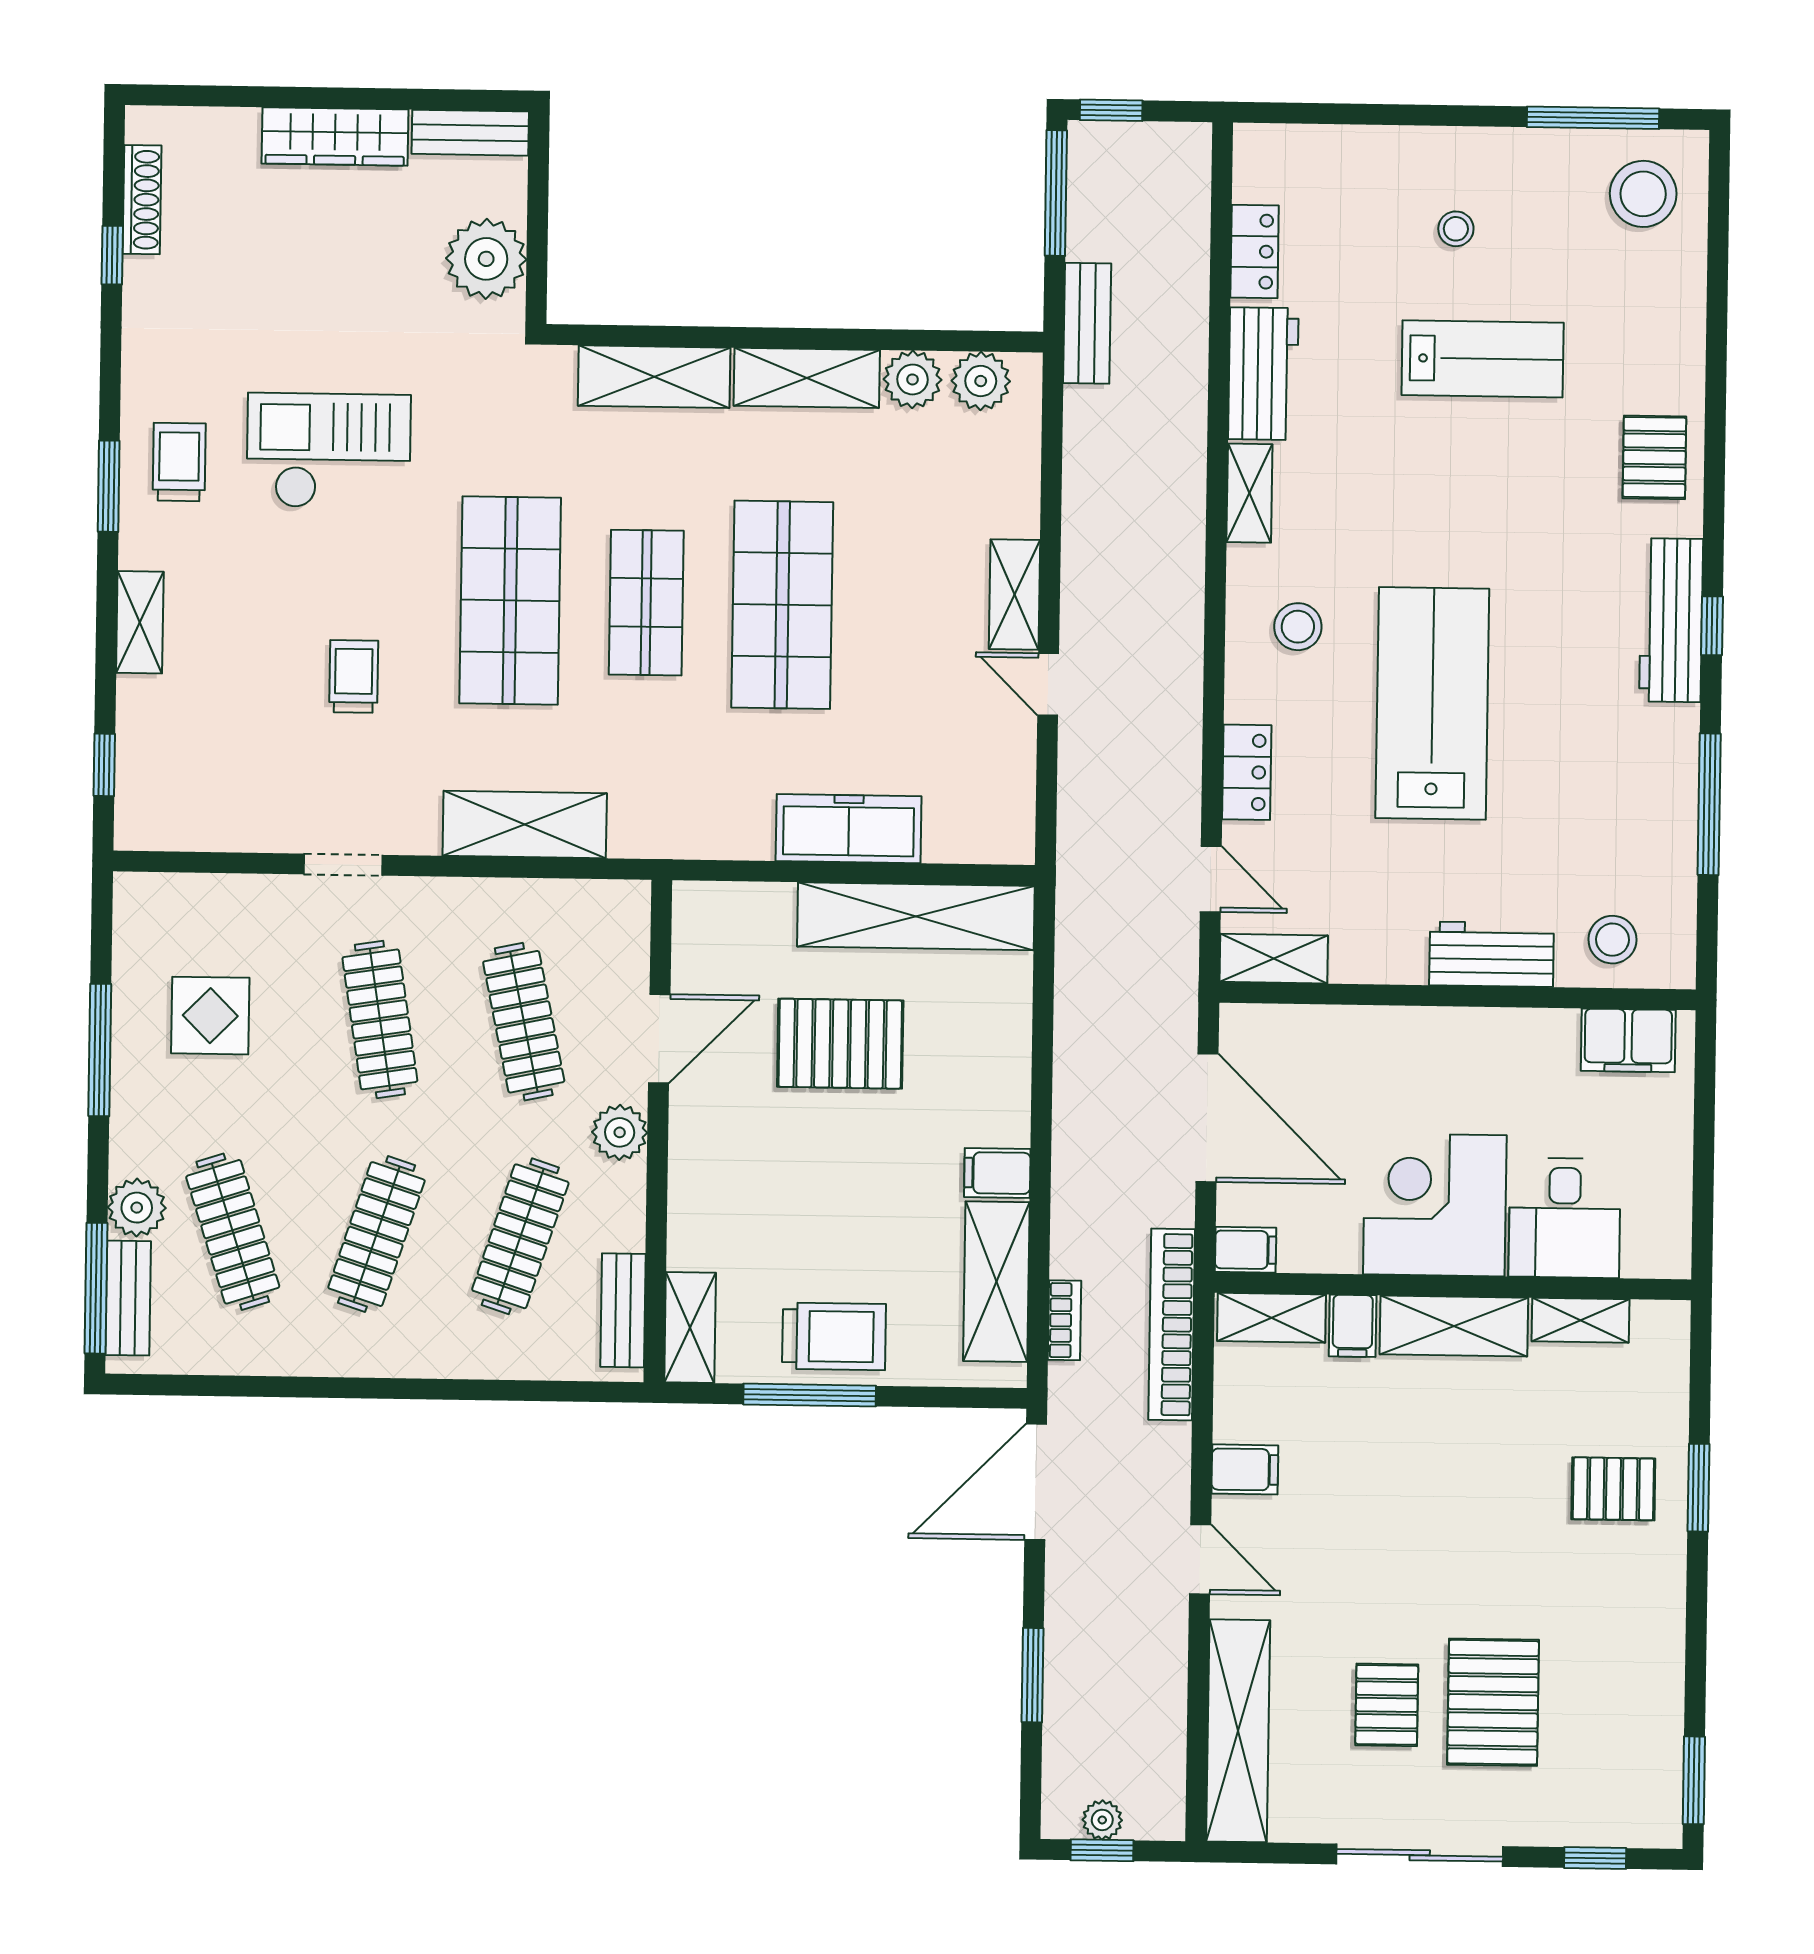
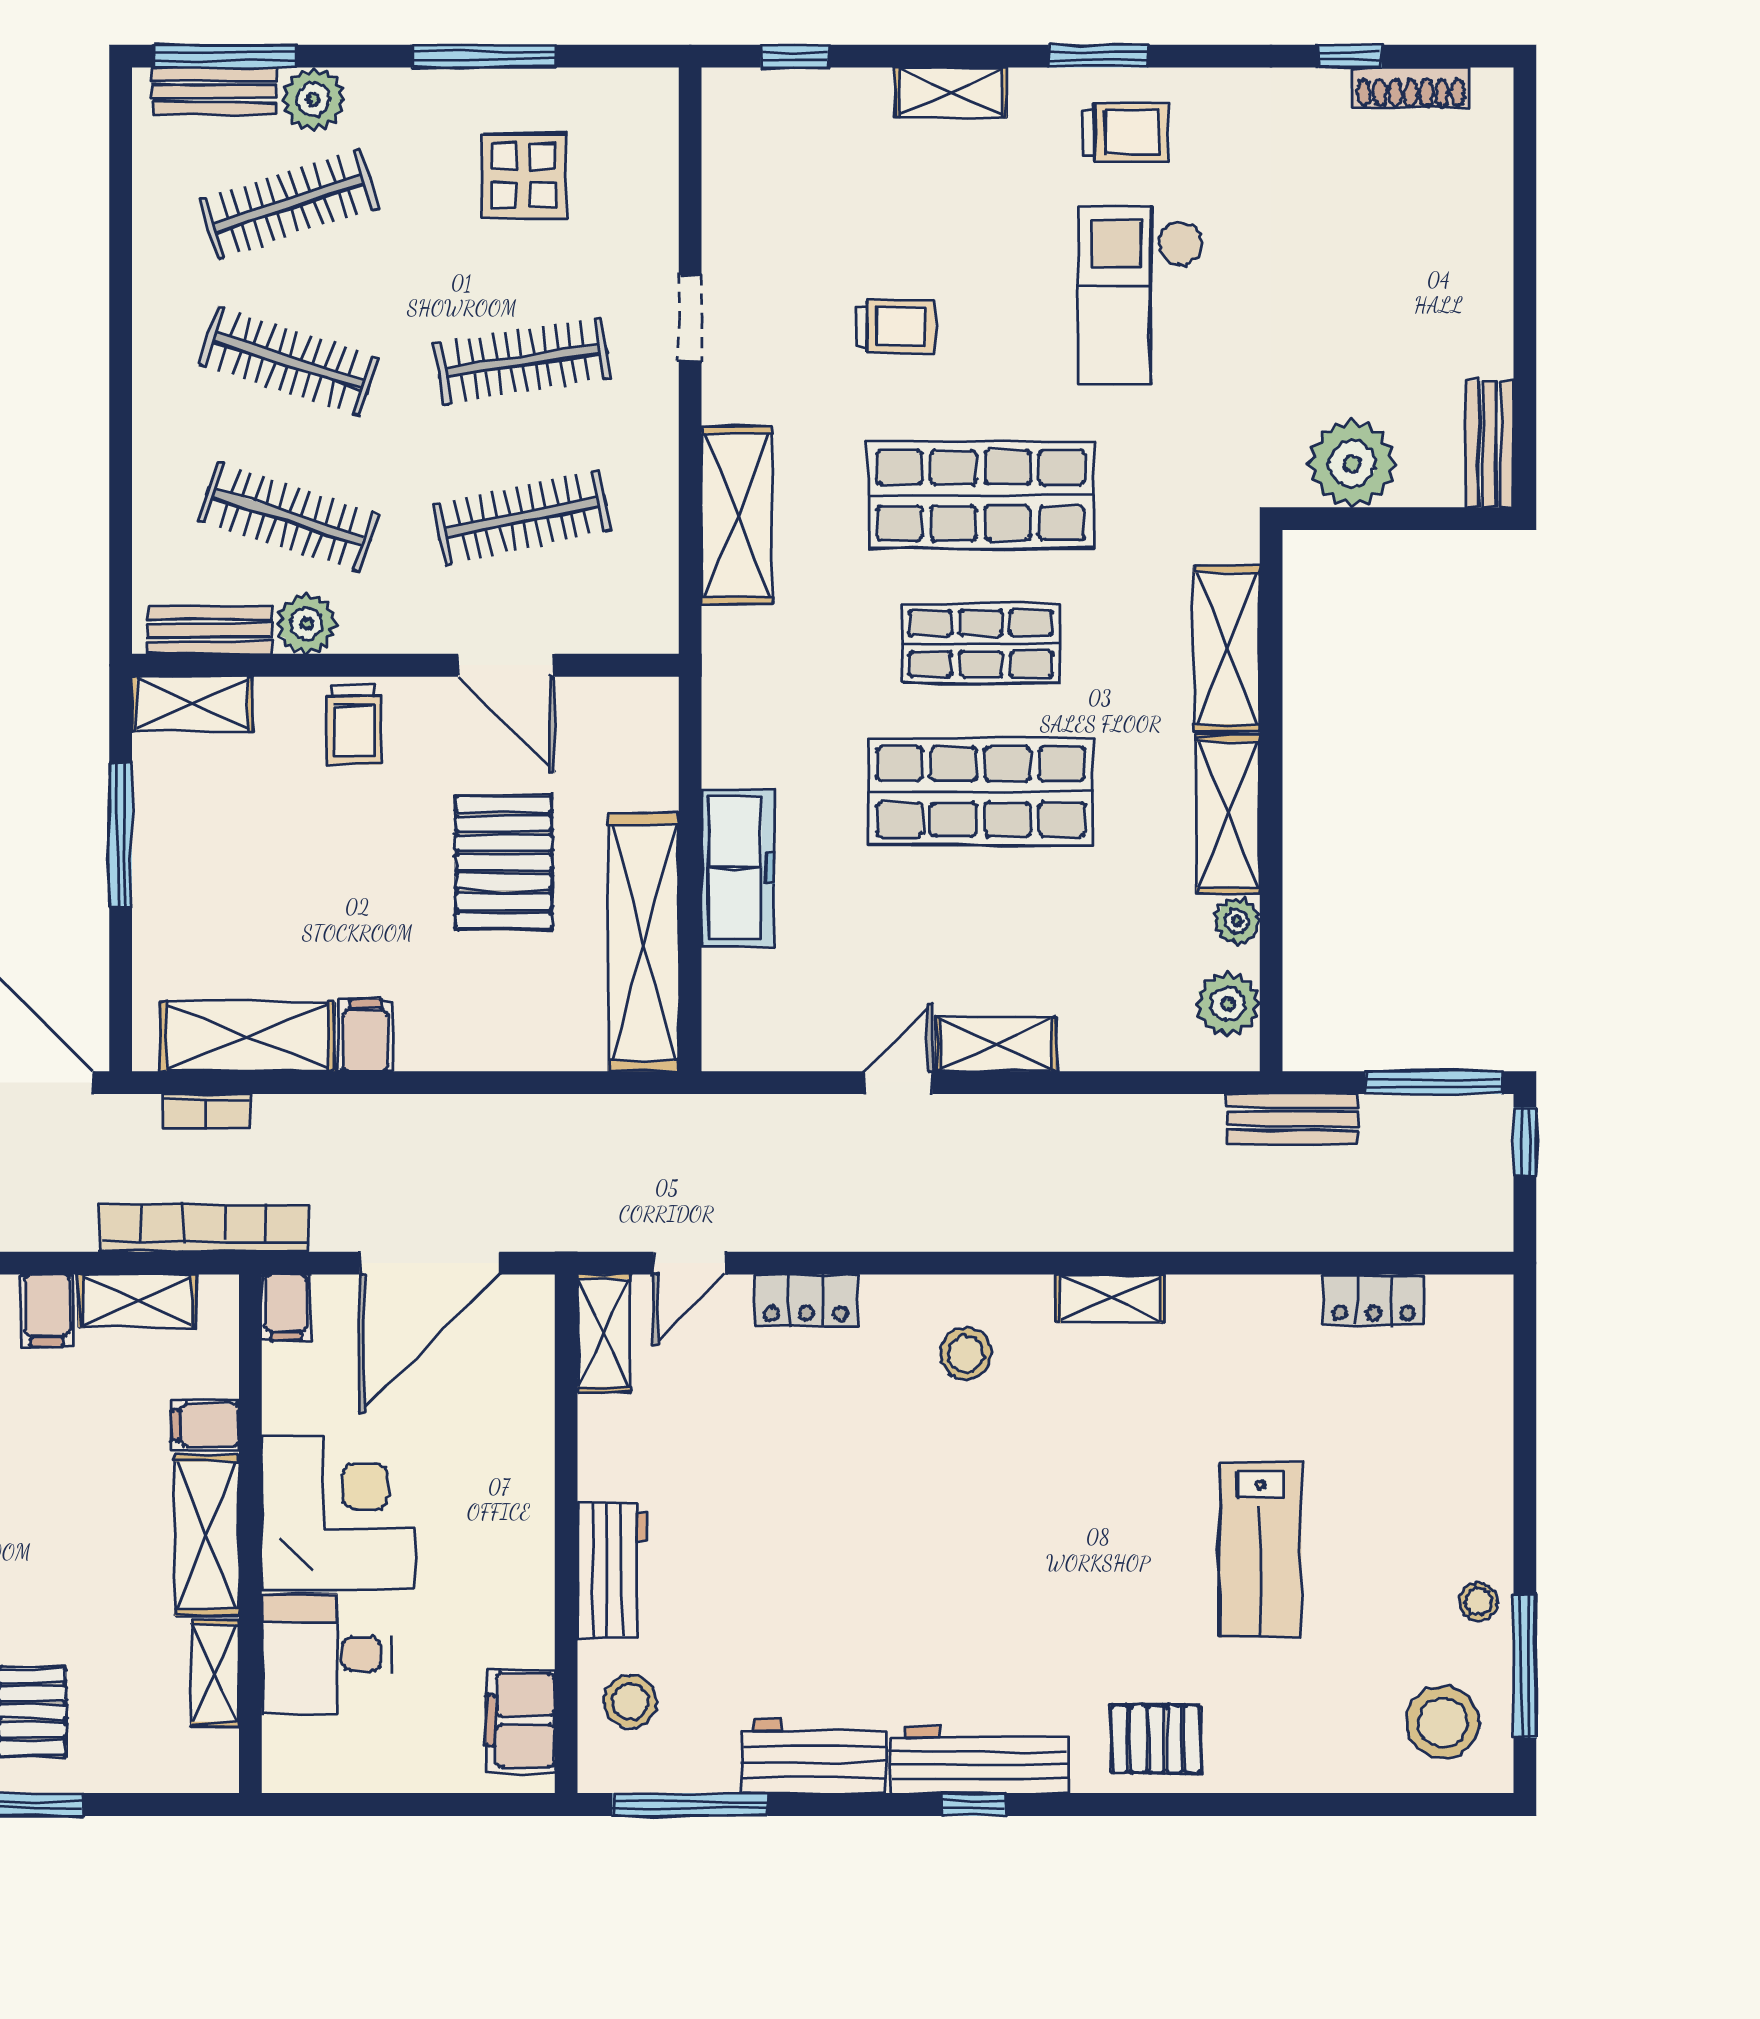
wardrobe: (335, 137) -> (1483, 297), removed
stool: (1456, 229) -> (1479, 1602), moved
workbench: (1263, 374) -> (814, 1756), moved, turned 180
plant: (913, 379) -> (1237, 921), width x0.73, depth x0.73
checkout: (329, 451) -> (1141, 295), turned 180
lab bench: (1432, 703) -> (884, 1501), removed
window: (1709, 804) -> (690, 1804), moved
plant: (620, 1132) -> (306, 624), moved
shelving: (1272, 1318) -> (137, 1301), moved, turned 90
trolley: (834, 1336) -> (354, 725), moved, width x0.73, depth x0.72

